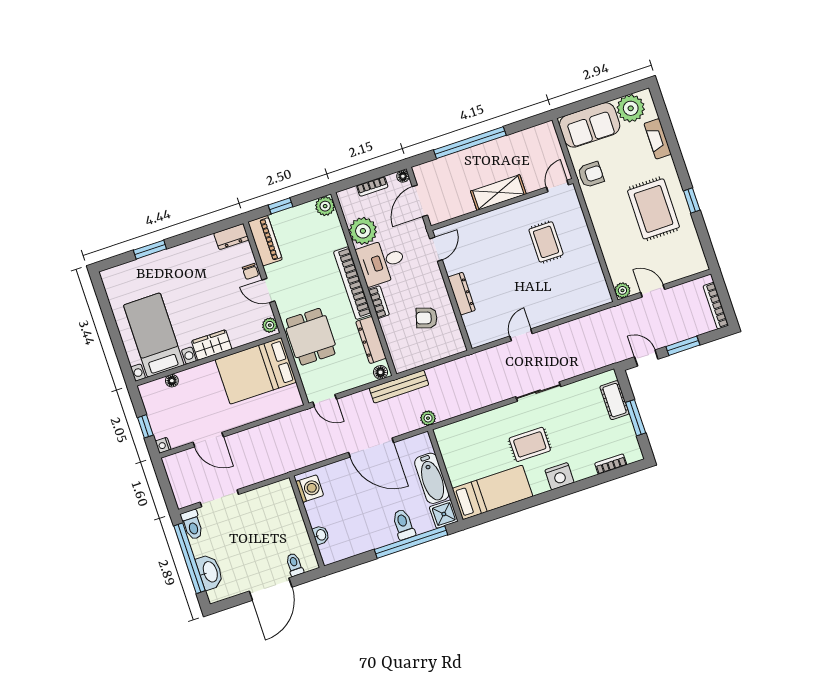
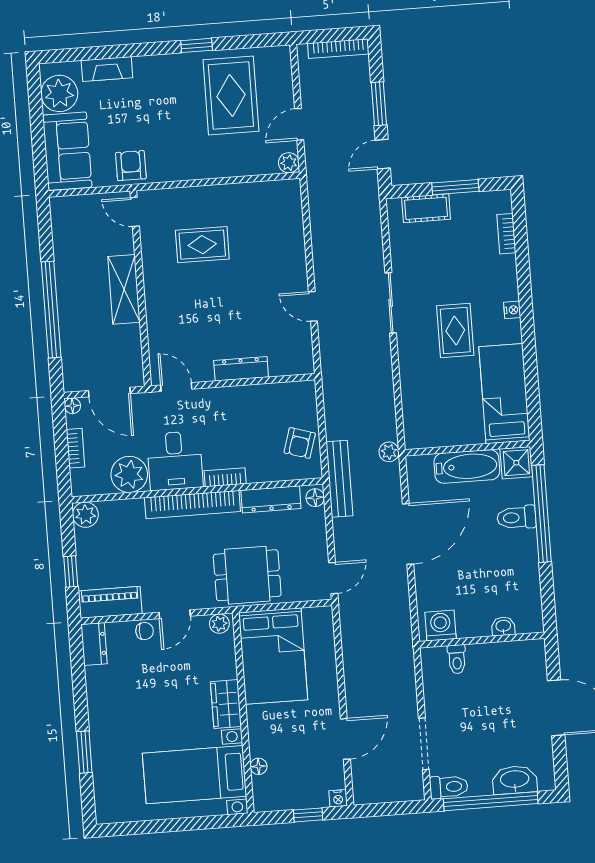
rug: (654, 209) -> (231, 95), moved, turned 90
armchair: (427, 318) -> (300, 443), moved
nightstand: (559, 476) -> (512, 310), width x0.53, depth x0.56
toilet: (295, 565) -> (457, 659), moved, turned -90

